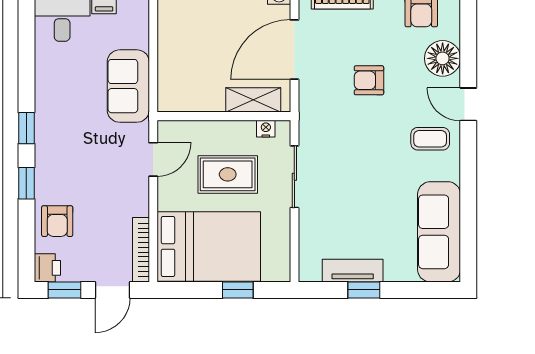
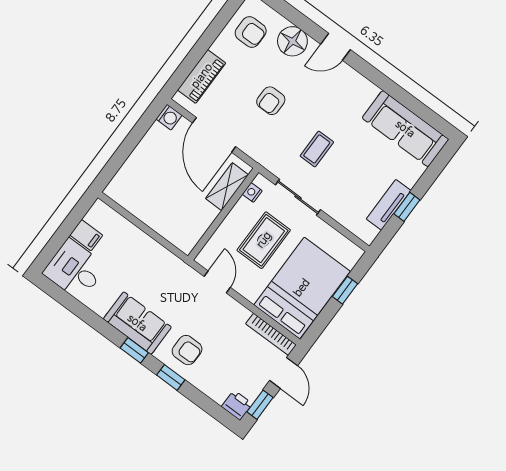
sofa: (128, 86) -> (137, 323), moved, turned 180
coffee table: (430, 139) -> (317, 149), moved
armchair: (57, 221) -> (187, 350), moved

